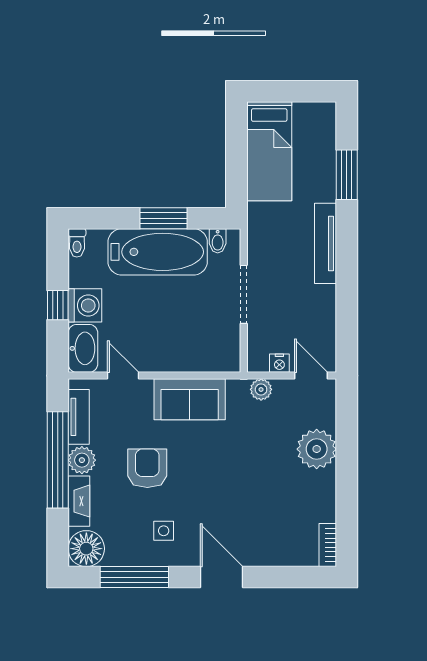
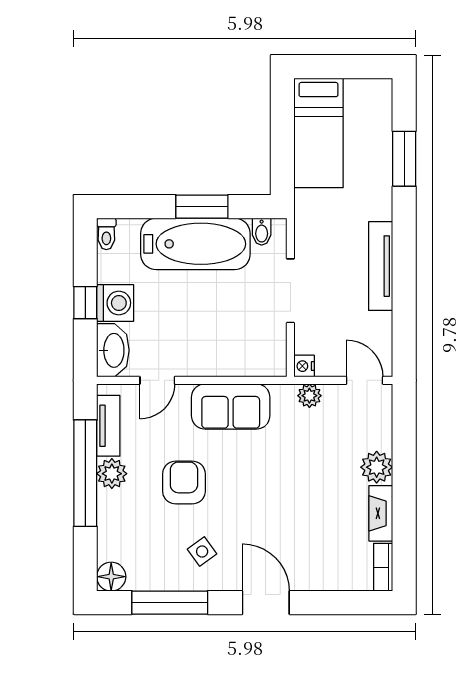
tv unit: (326, 243) -> (381, 266), moved
nightstand: (279, 363) -> (304, 366), moved, turned 90
door: (123, 376) -> (157, 380), swing flipped
plant: (317, 449) -> (377, 467), width x0.73, depth x0.73
fireplace: (79, 501) -> (381, 513), moved, turned 180
side table: (164, 531) -> (202, 552), turned -36
floor lamp: (86, 549) -> (111, 577), width x0.73, depth x0.73

